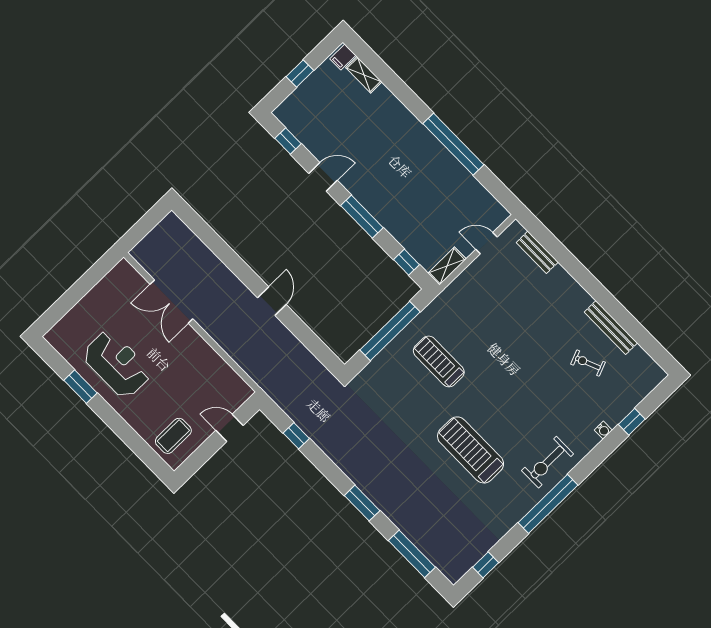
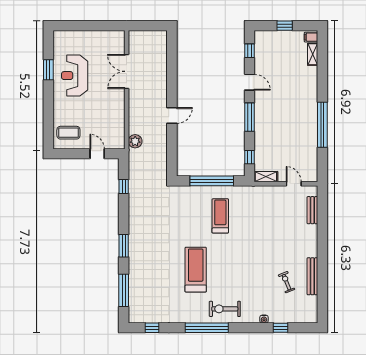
reception desk: (117, 364) -> (75, 76), turned 180
plant: (259, 371) -> (135, 141), added

